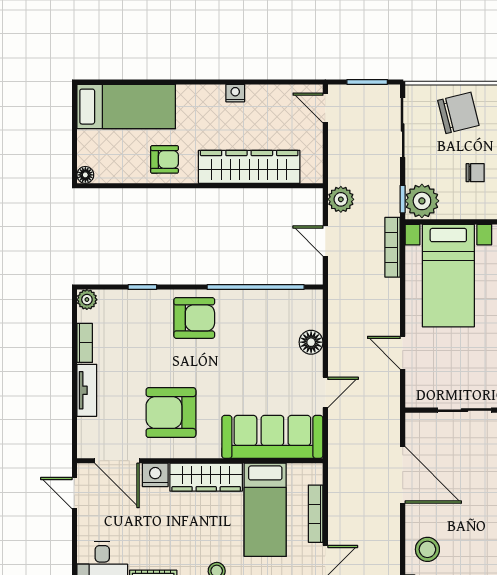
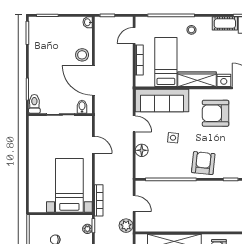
plant: (422, 201) -> (87, 229), width x0.53, depth x0.53
armchair: (194, 318) -> (203, 163), turned 96
side table: (252, 366) -> (173, 138), added
door: (325, 392) -> (134, 124), swing flipped
armchair: (171, 413) -> (216, 113), turned 180
bidet: (424, 425) -> (82, 107), added
stool: (427, 549) -> (82, 55), moved

